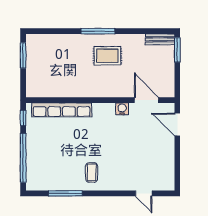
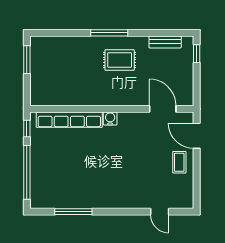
bench: (160, 39) -> (165, 42), moved
window: (177, 50) -> (197, 54), width x0.67
water cooler: (122, 109) -> (110, 118), moved
coffee table: (92, 172) -> (179, 162), moved

